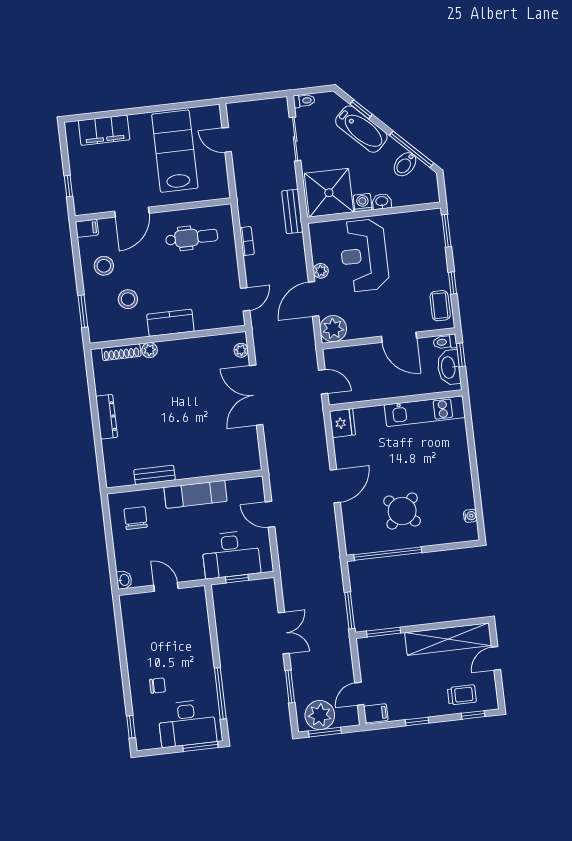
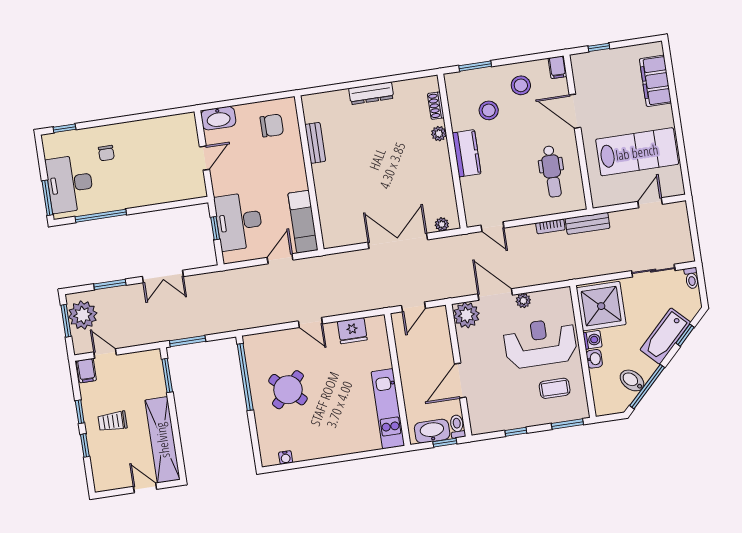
bench: (292, 211) -> (588, 223), moved
coffee table: (440, 306) -> (555, 388), moved
shoe rack: (121, 352) -> (436, 106), width x0.70
fridge: (342, 423) -> (352, 331), moved
door: (335, 486) -> (310, 322), width x0.73
exam couch: (195, 494) -> (303, 222), moved
washbasin: (124, 580) -> (218, 118), width x1.91, depth x1.45
trolley: (462, 695) -> (113, 421), moved, turned 90
window: (473, 715) -> (85, 445), moved

